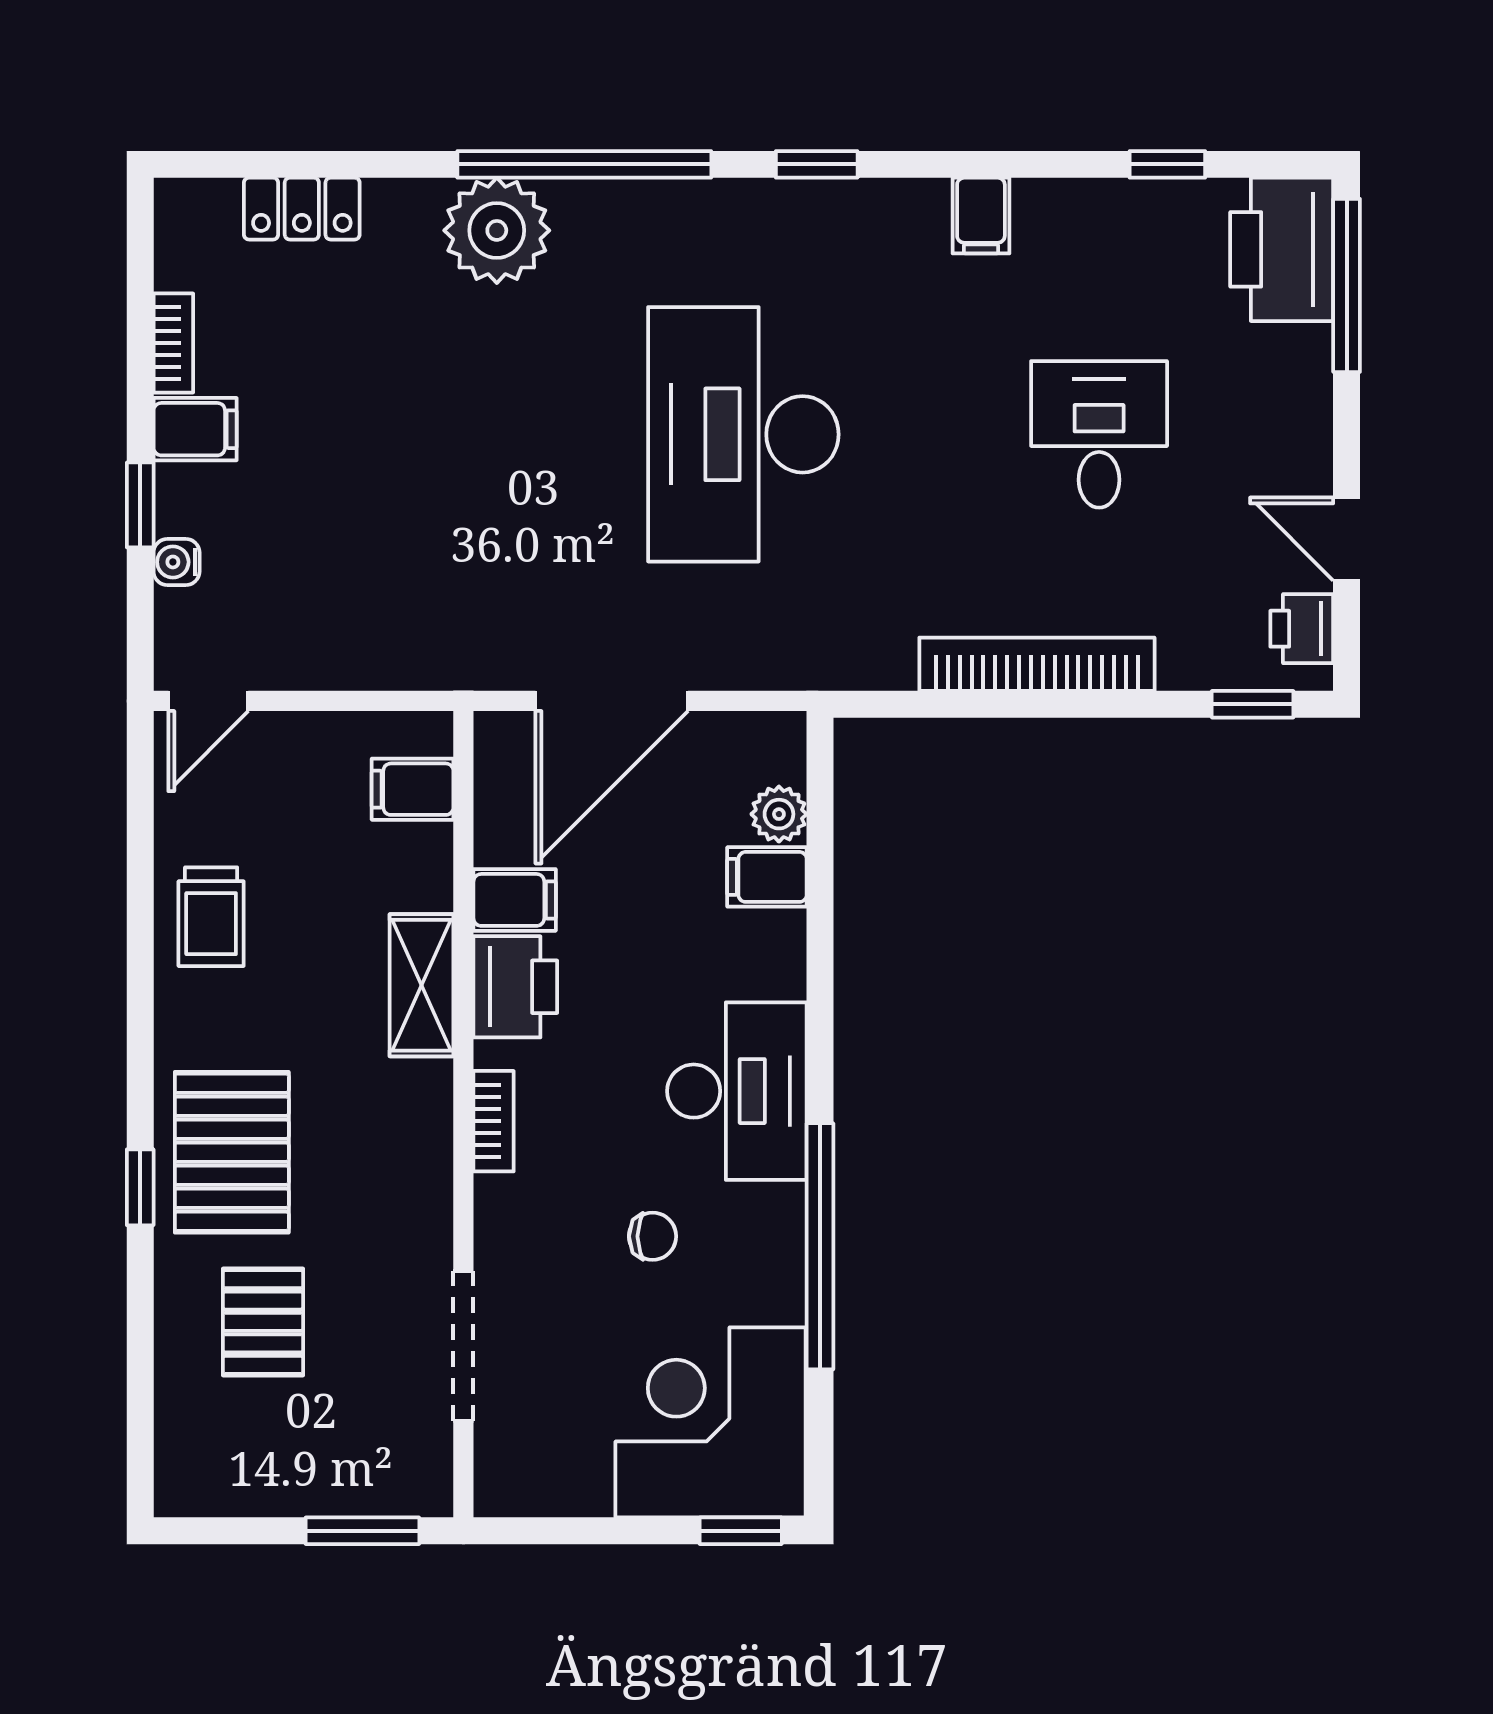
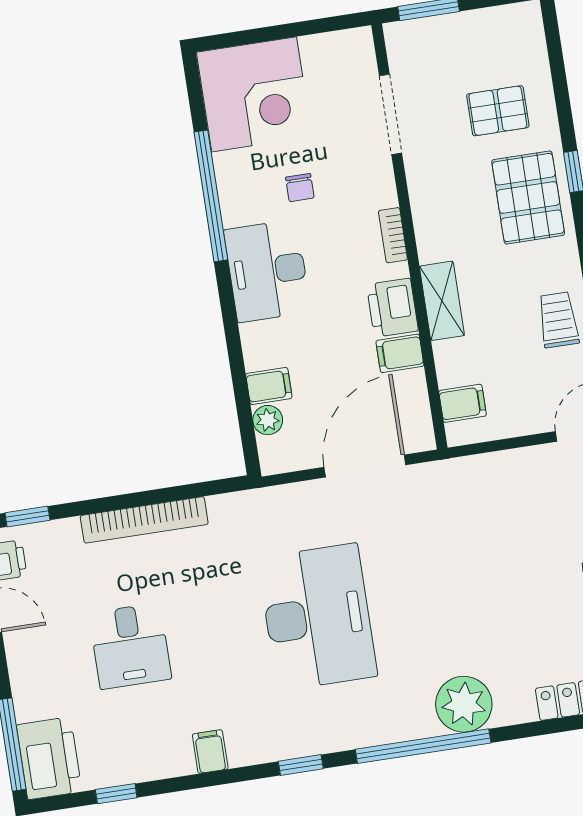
chair: (653, 1236) -> (300, 188), turned -90
pallet: (263, 1322) -> (498, 111), turned 90
window: (741, 1531) -> (229, 40), removed

